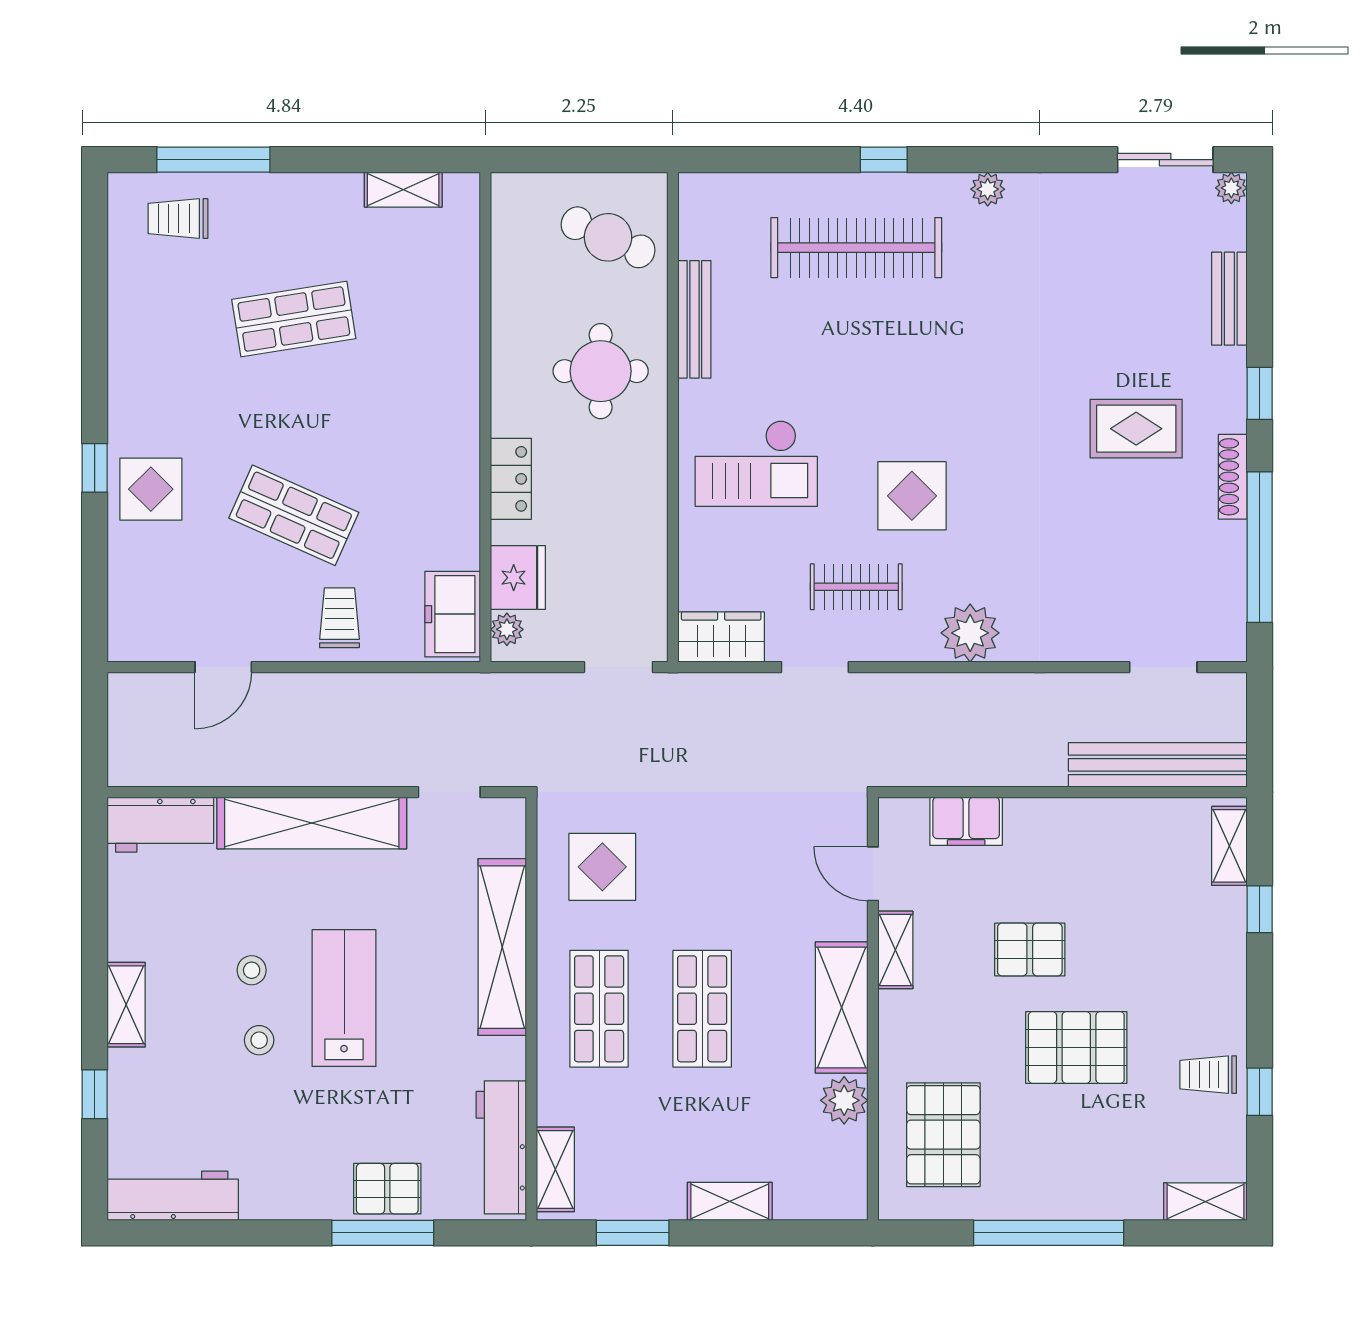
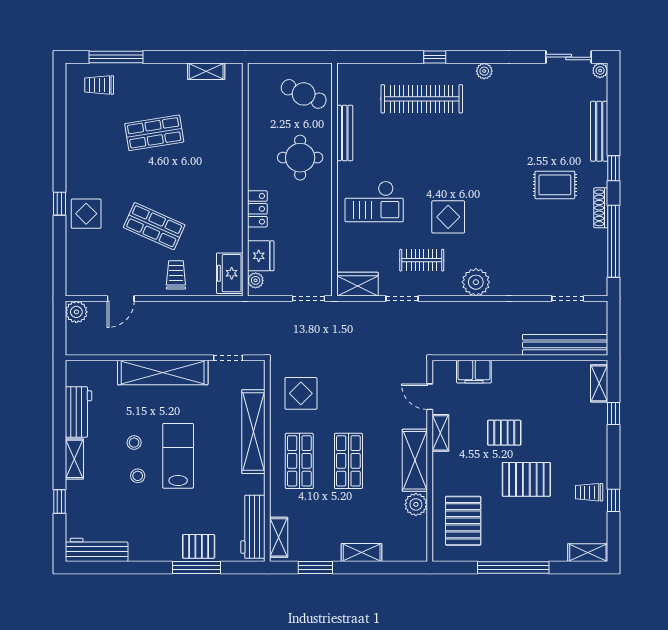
bench: (1229, 299) -> (599, 131), width x1.36
plant: (130, 695) -> (76, 312), added
workbench: (160, 825) -> (78, 412), moved, turned -90

